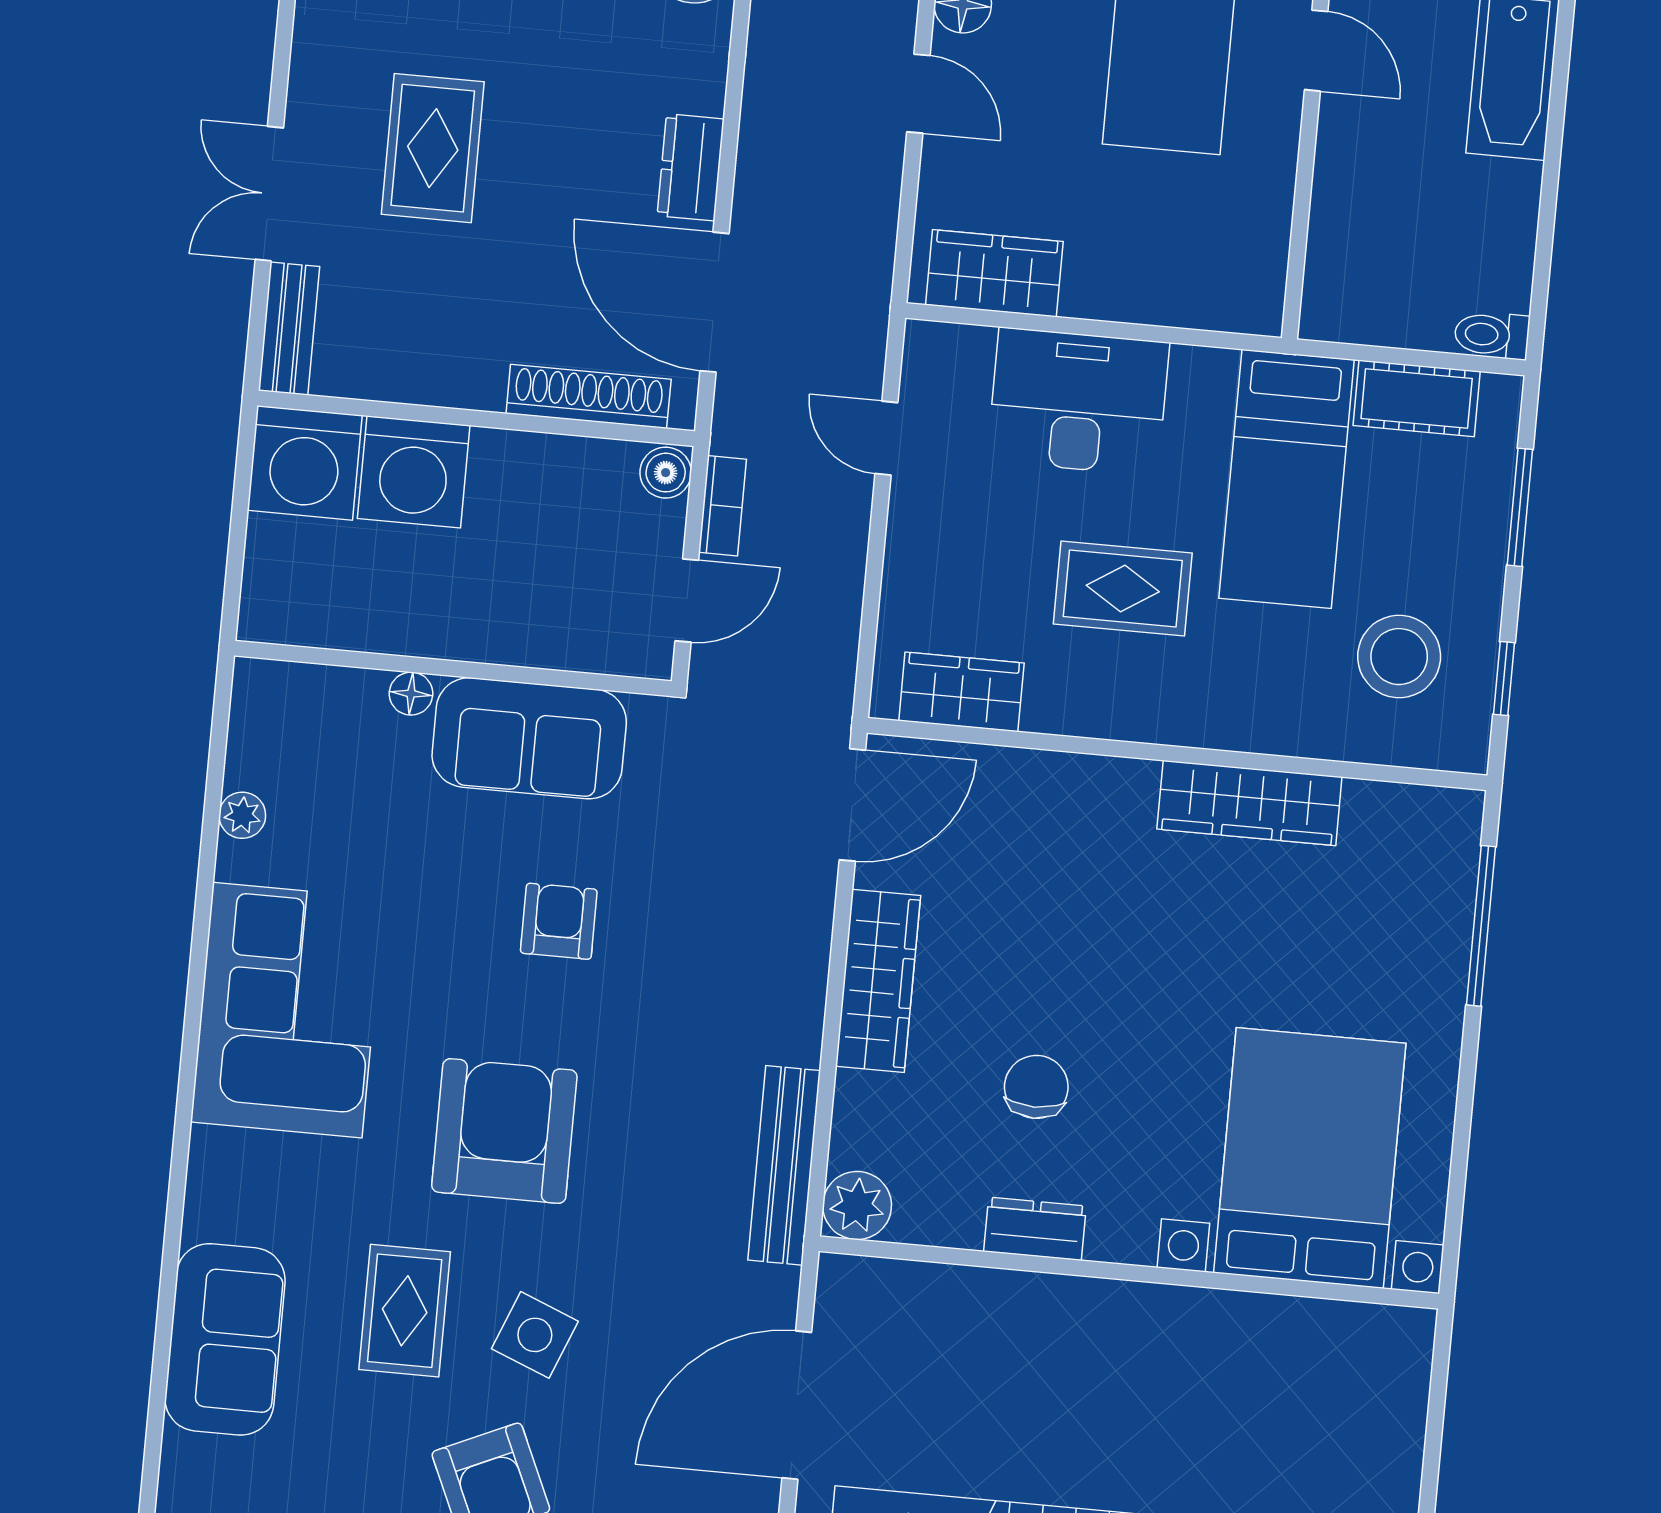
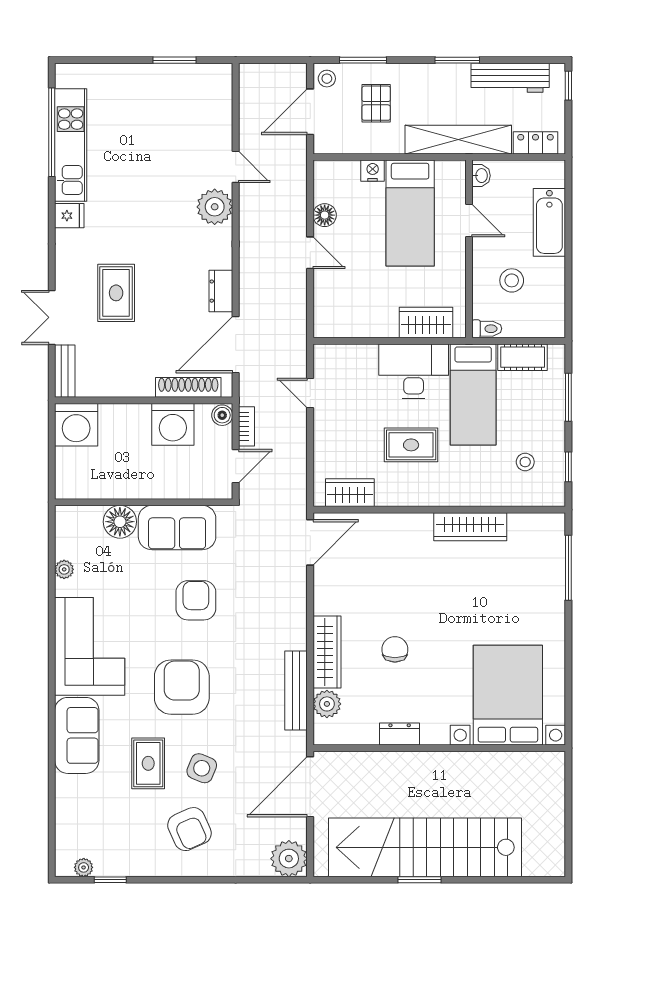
stool: (1407, 207) -> (512, 280), added
wardrobe: (994, 273) -> (426, 322), moved
door: (714, 302) -> (236, 345), hinge flipped
toilet: (1492, 335) -> (487, 329), moved, turned 180
desk: (1078, 402) -> (414, 371), moved
washing machine: (414, 472) -> (173, 424), moved
stool: (1399, 657) -> (525, 462), width x0.53, depth x0.53
floor lamp: (411, 694) -> (120, 522), width x1.89, depth x1.89
armchair: (559, 921) -> (196, 600), width x1.38, depth x1.38
wardrobe: (878, 981) -> (327, 652), moved
bed with nightstands: (1310, 1158) -> (508, 695), moved
dresser: (1035, 1229) -> (400, 734), moved
wall: (1129, 1273) -> (439, 748), moved
sofa: (225, 1339) -> (77, 735), moved

